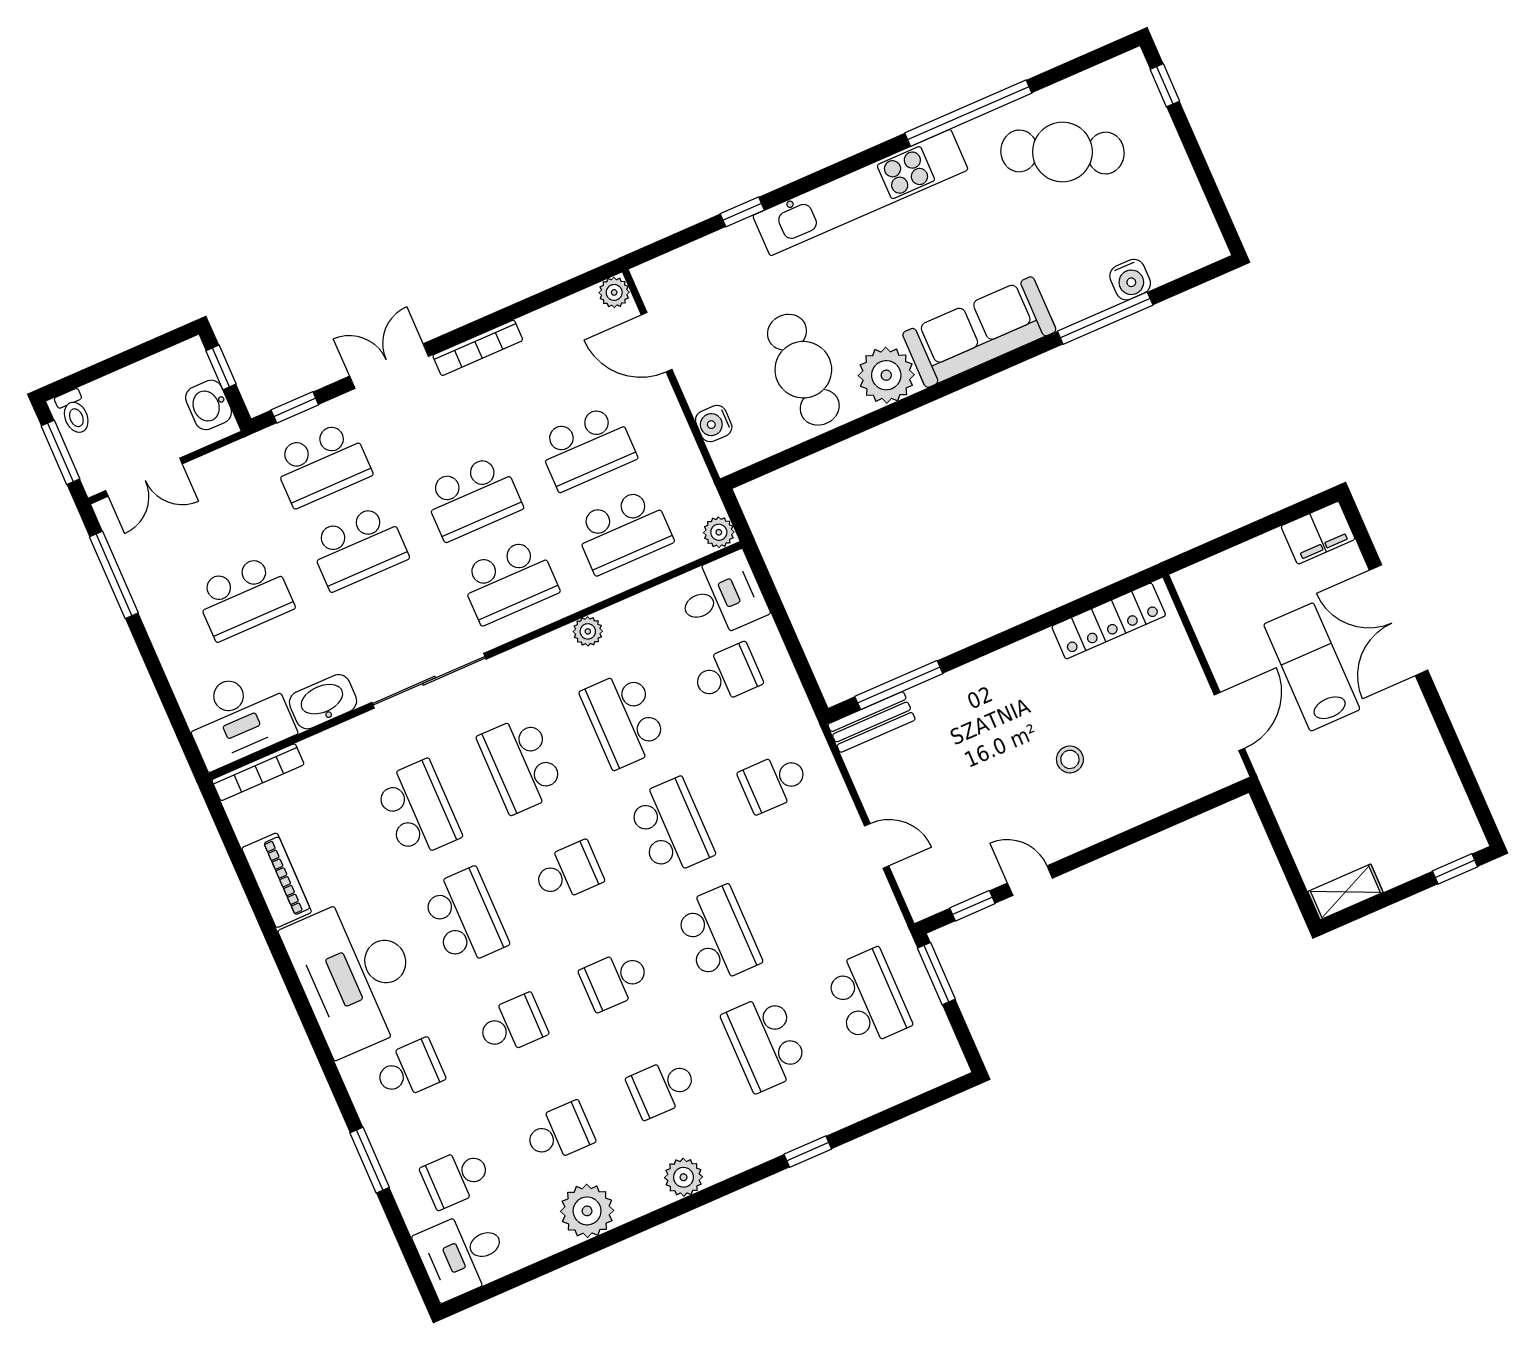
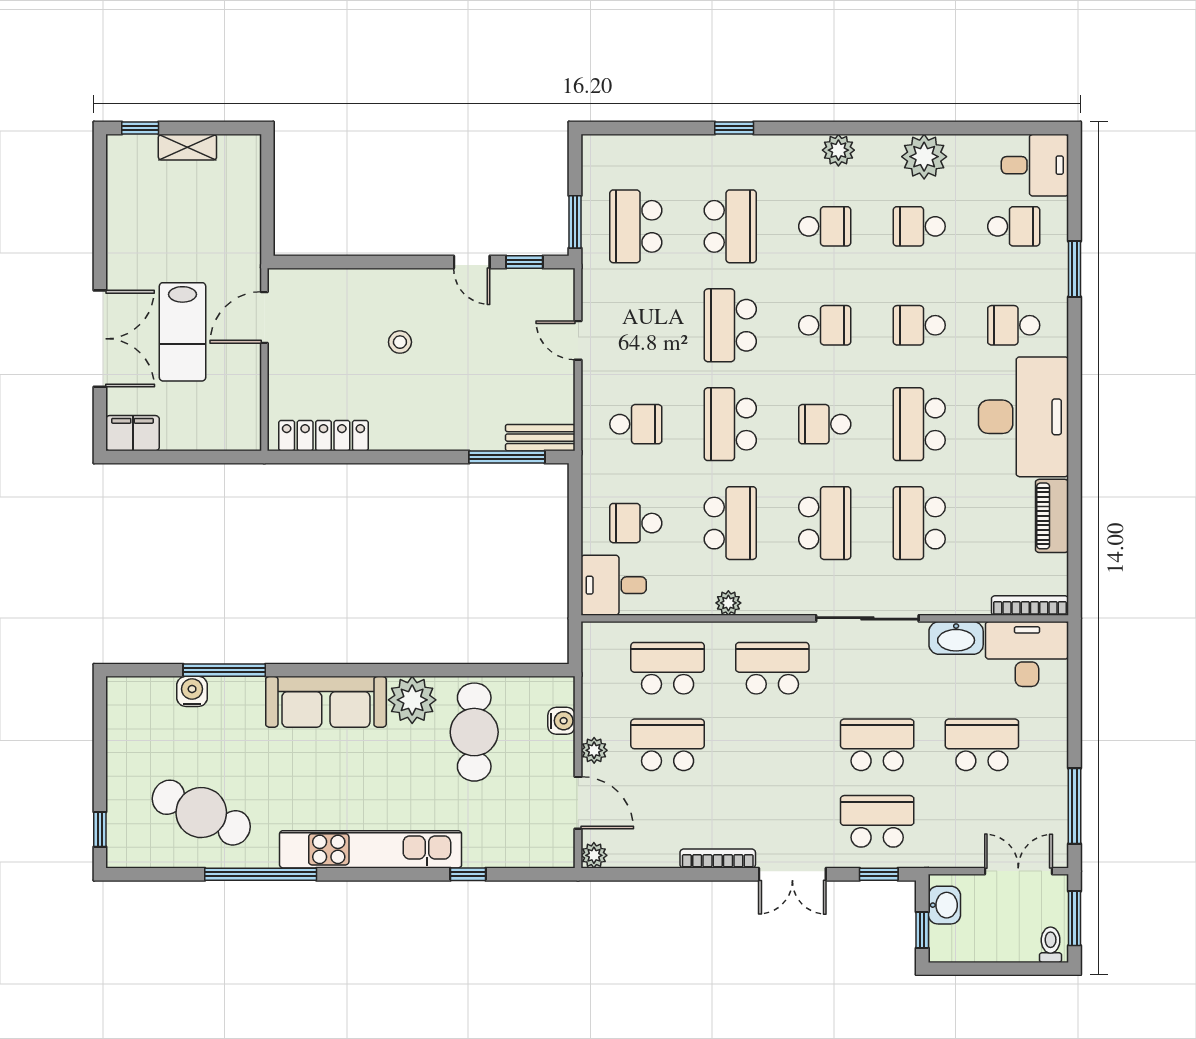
school desk: (472, 498) -> (772, 745), removed
plant: (719, 532) -> (594, 750), moved
shelving: (1345, 892) -> (187, 147), moved

